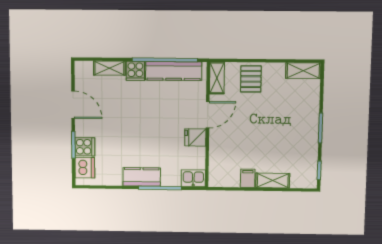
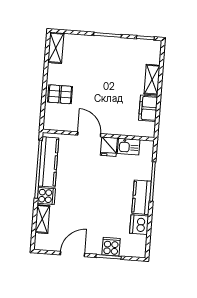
shelving: (217, 78) -> (57, 124), removed
dishwasher: (85, 168) -> (139, 225), moved, turned -90
kitchen sink: (193, 178) -> (129, 147), moved, turned -90
filing cabinet: (248, 178) -> (148, 108), width x2.00

